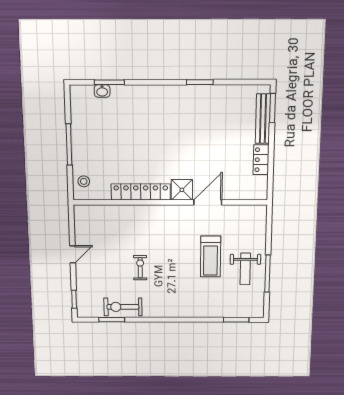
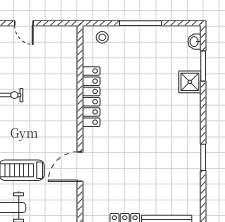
washbasin: (102, 91) -> (194, 42), moved
shower: (182, 190) -> (190, 82), moved
door: (208, 202) -> (80, 167), swing flipped

